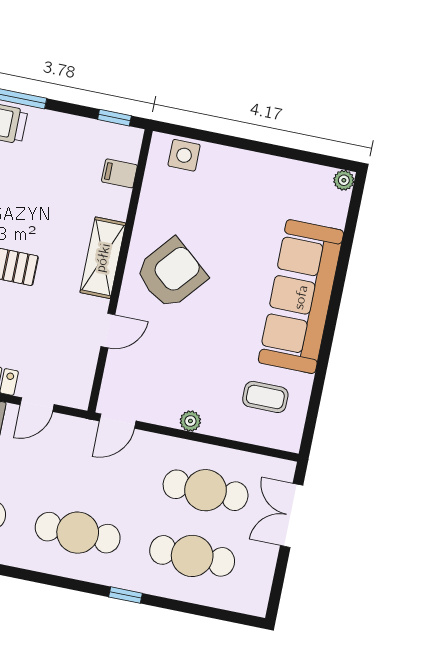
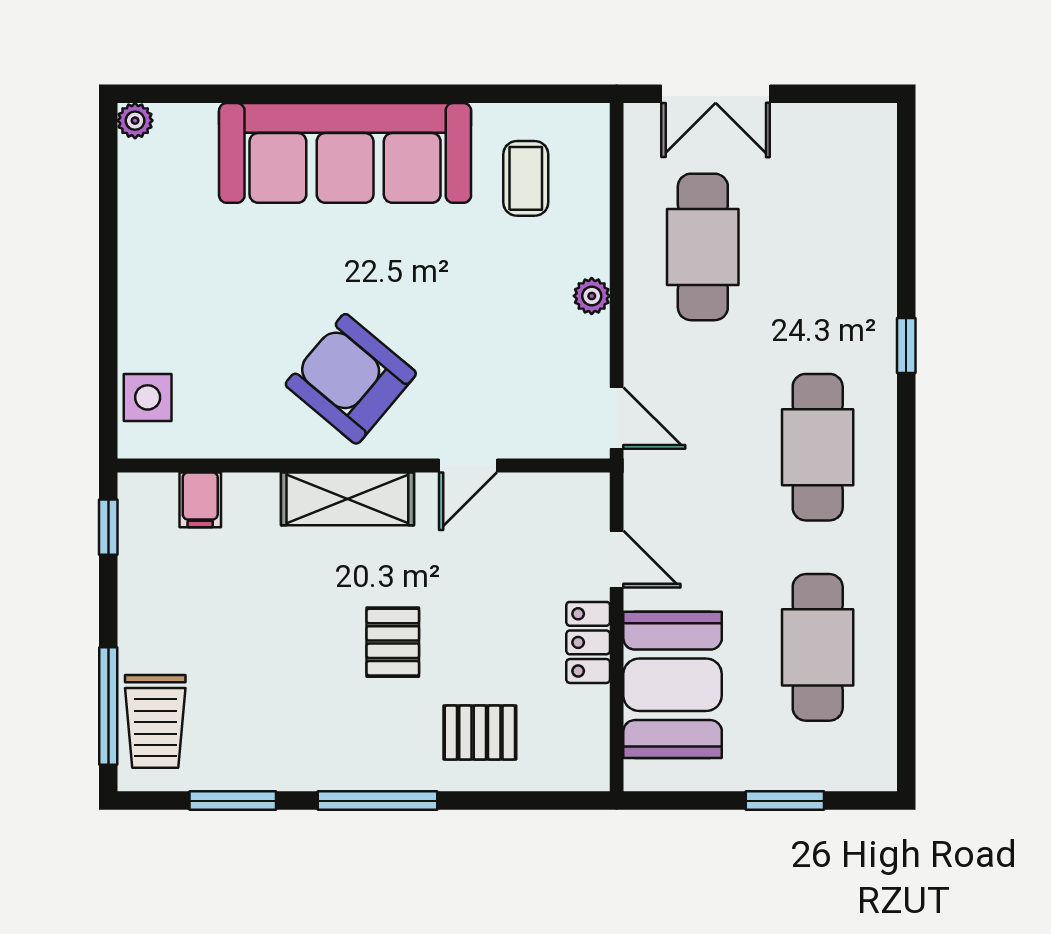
door: (108, 331) -> (468, 465), swing flipped
cafe table: (192, 556) -> (818, 247), removed

